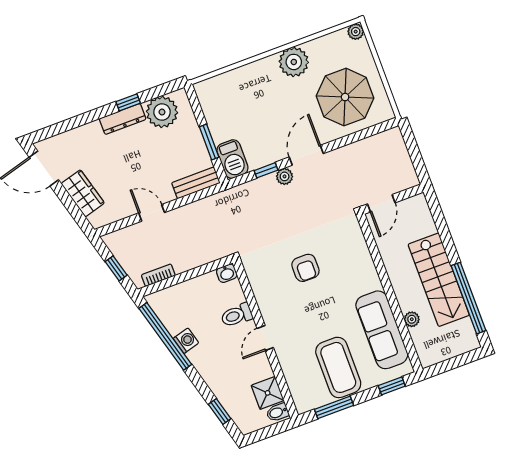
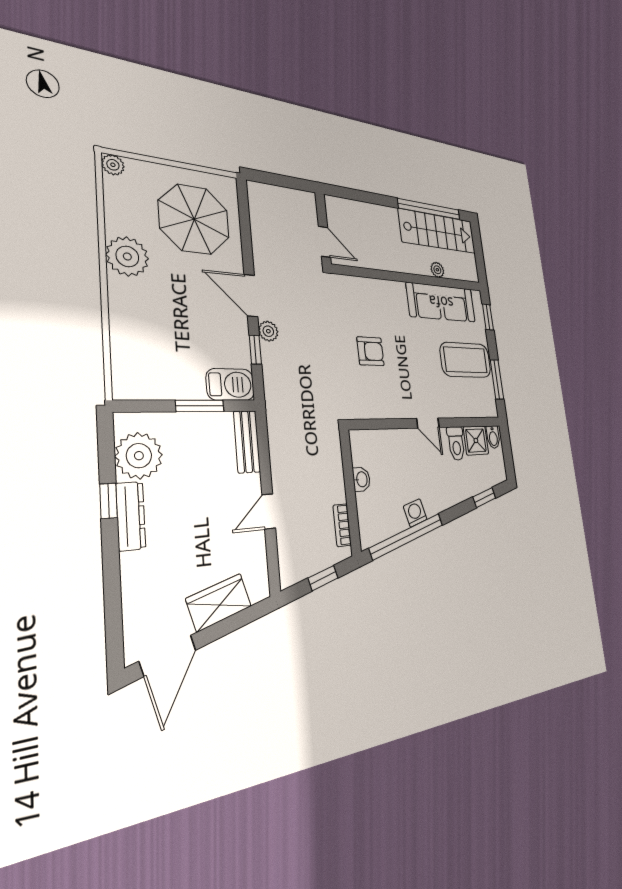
washbasin: (227, 273) -> (361, 479), moved
stairs: (439, 280) -> (438, 231), moved
toilet: (237, 315) -> (456, 443), moved

